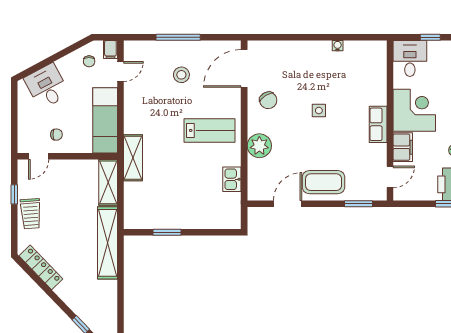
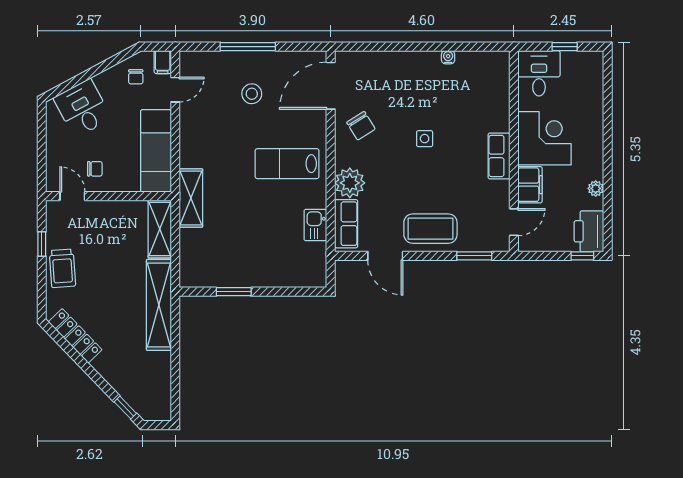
lab bench: (209, 130) -> (287, 164), turned 180
door: (39, 156) -> (72, 196), swing flipped
row of seats: (256, 178) -> (346, 224), added
door: (288, 204) -> (385, 256), swing flipped

